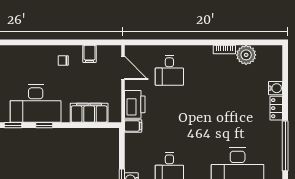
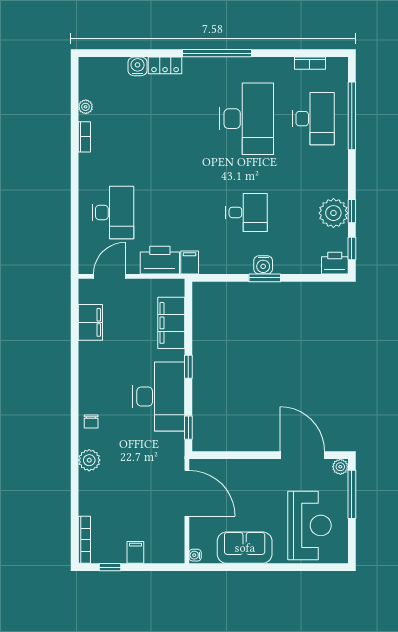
filing cabinet: (90, 54) -> (90, 322), width x2.00
plant: (246, 55) -> (86, 107), width x0.53, depth x0.53
chair: (63, 61) -> (91, 422), moved
desk: (169, 70) -> (113, 212), width x1.37
window: (44, 125) -> (188, 367), moved

